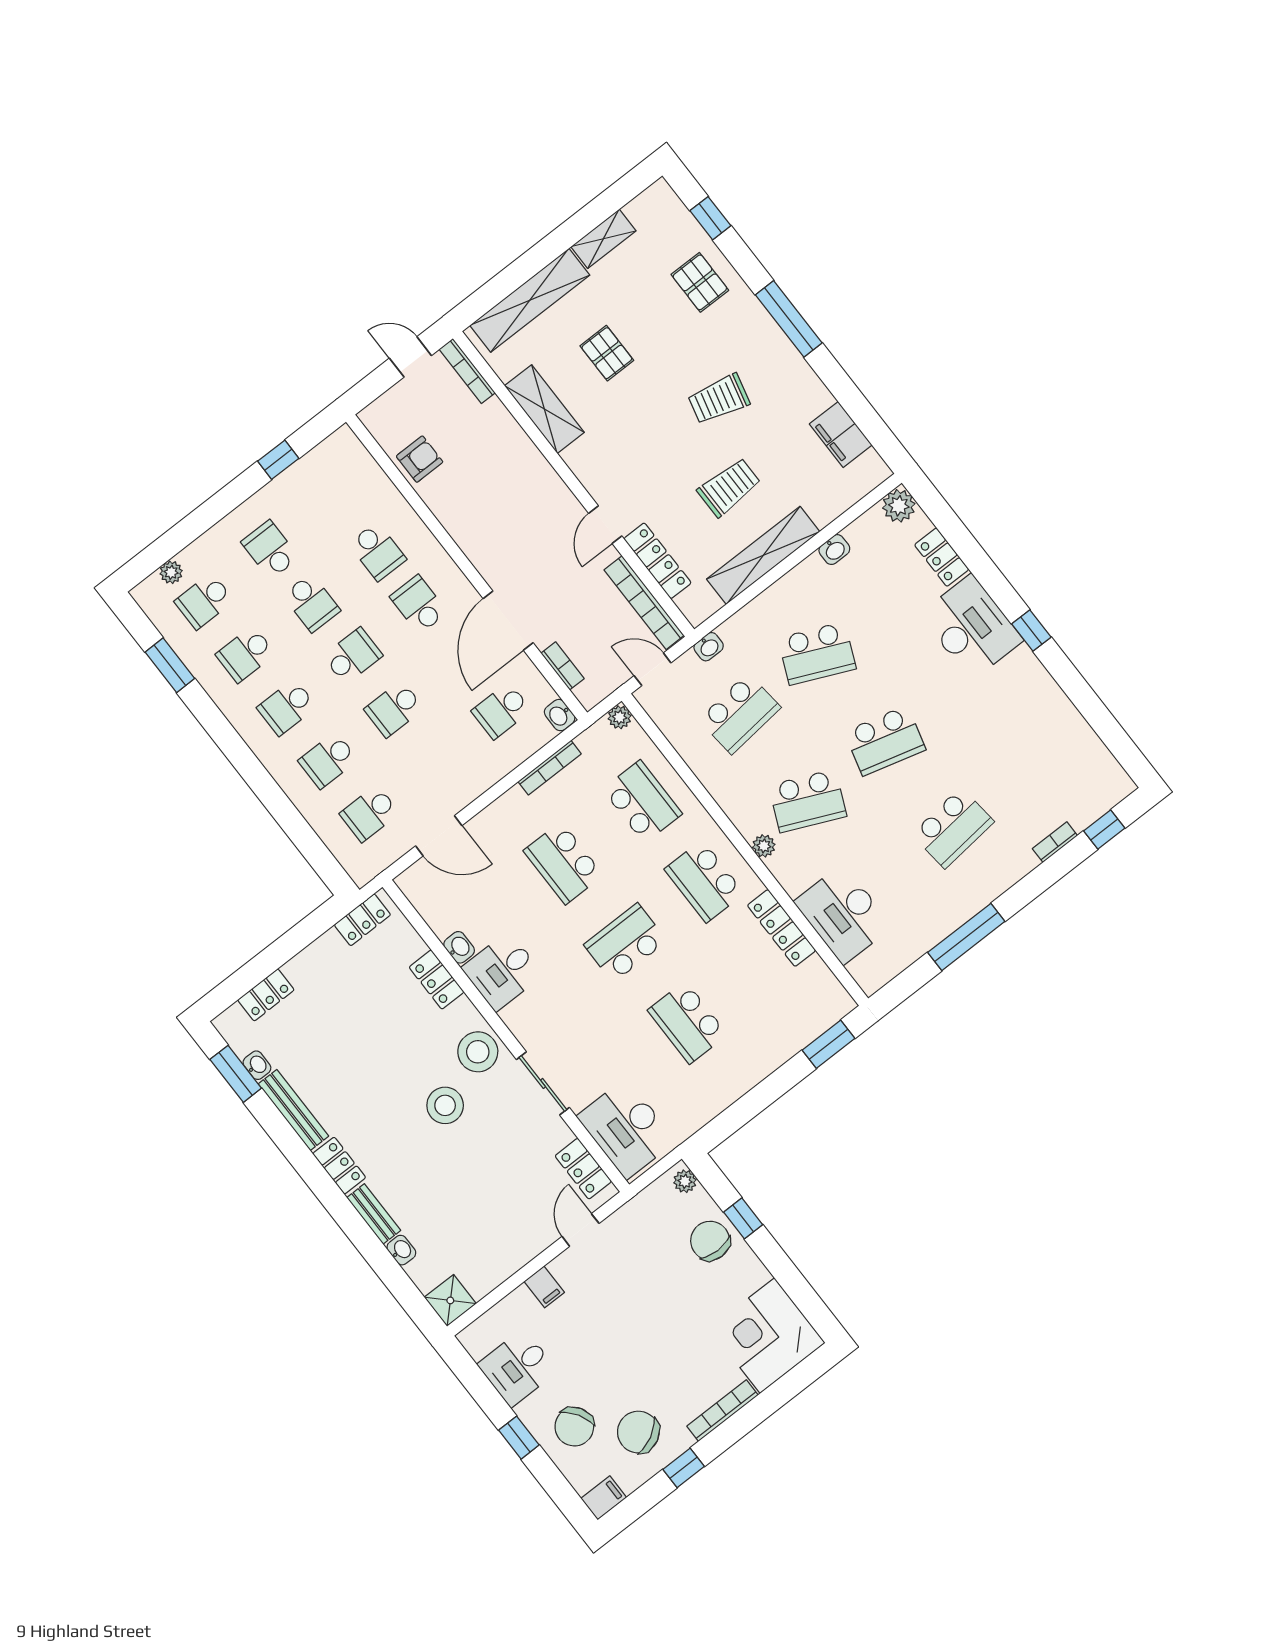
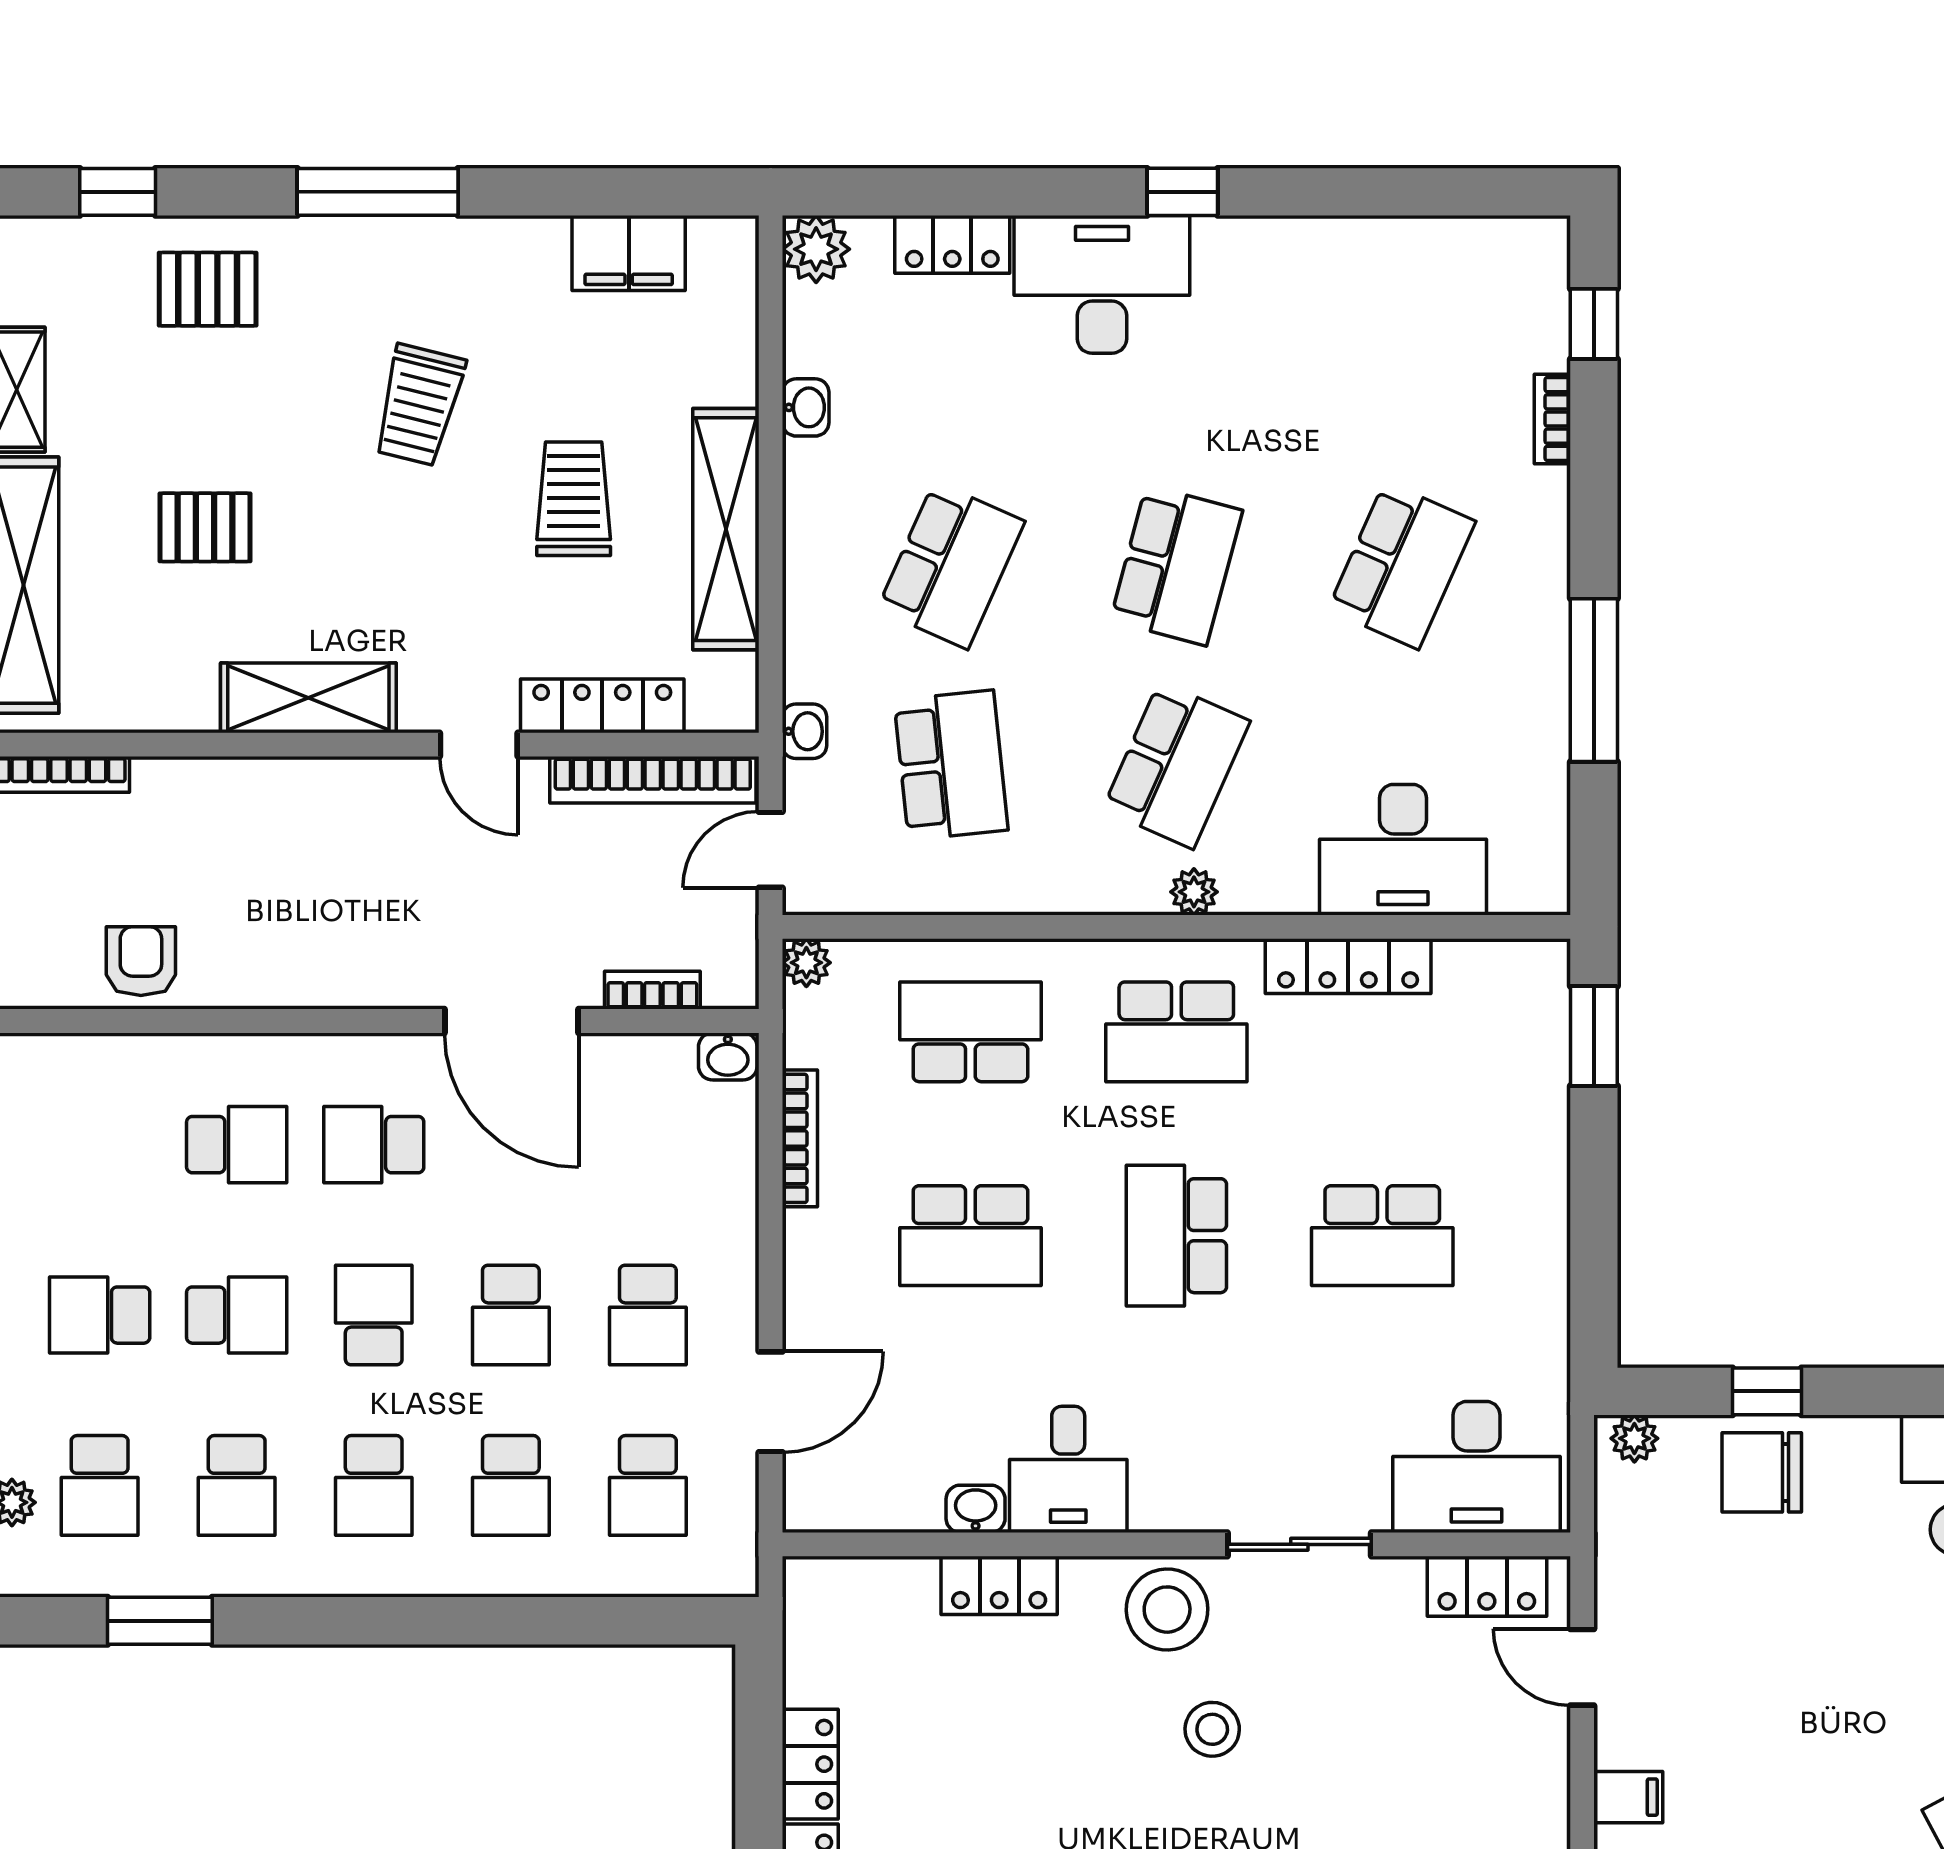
shelving: (544, 409) -> (308, 698), moved
school desk: (501, 711) -> (648, 1315), moved
school desk: (953, 828) -> (1402, 565), turned 30
locker: (362, 920) -> (810, 1764), moved
stool: (445, 1105) -> (1212, 1729), width x0.73, depth x0.73

